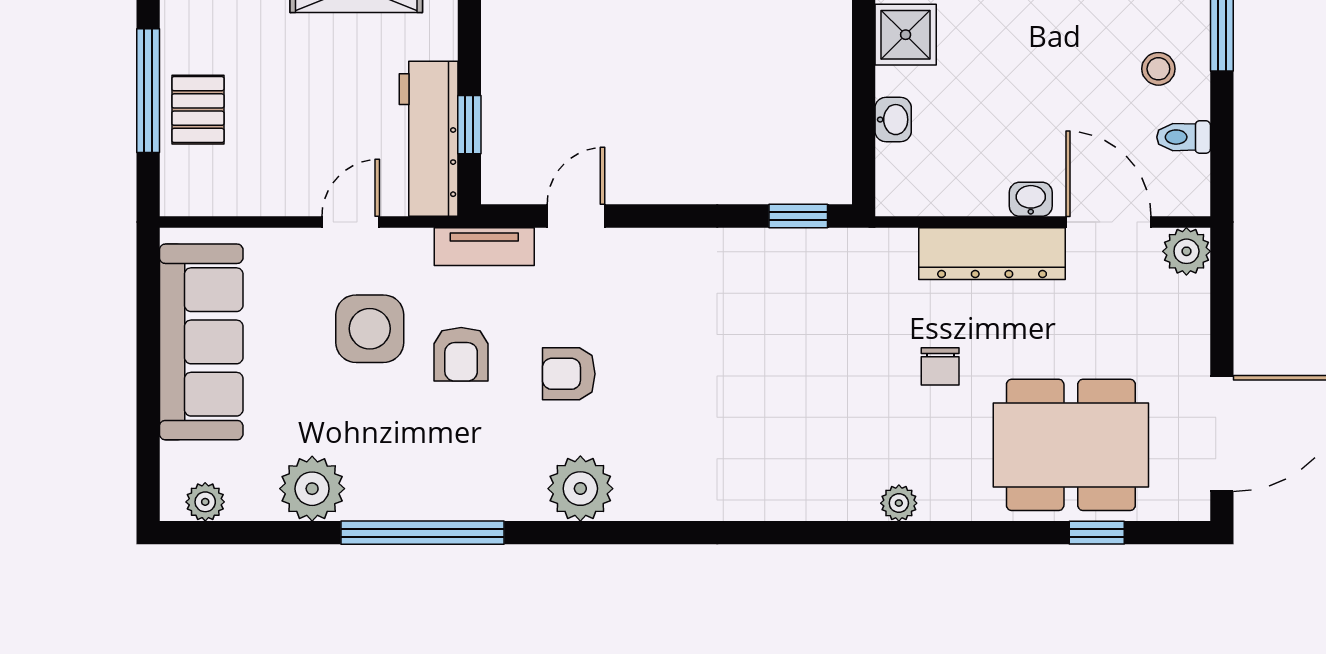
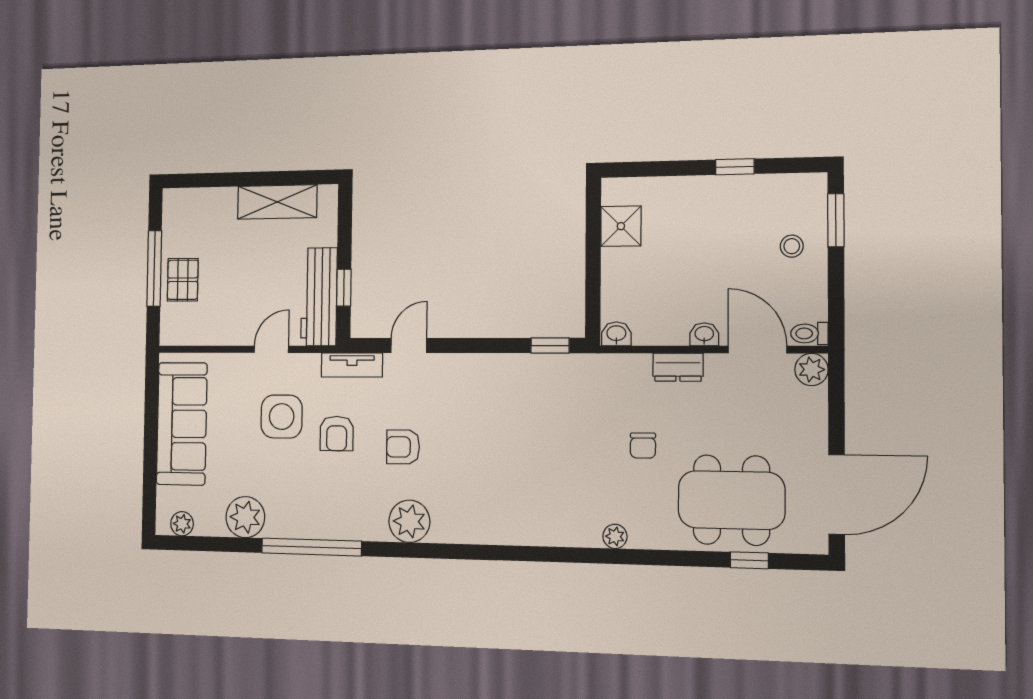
washbasin: (893, 120) -> (616, 334), moved, turned -90
toilet: (1184, 137) -> (809, 333), moved
dresser: (992, 254) -> (678, 367), width x0.51, depth x0.80

